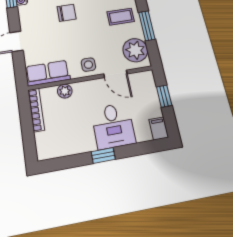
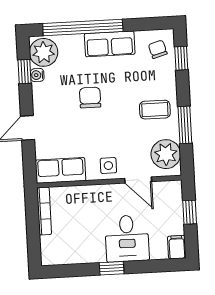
chair: (67, 13) -> (90, 98), turned -90
plant: (65, 91) -> (78, 193), removed

